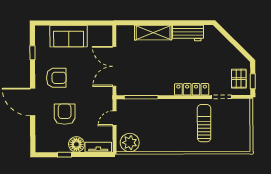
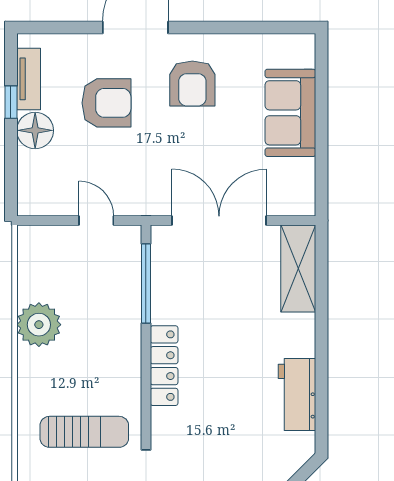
shelving: (153, 33) -> (298, 269), moved
window: (32, 53) -> (252, 28), removed
locker: (192, 89) -> (164, 366), moved
plant: (130, 143) -> (39, 325), moved
tv unit: (98, 147) -> (29, 79), moved

